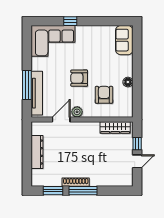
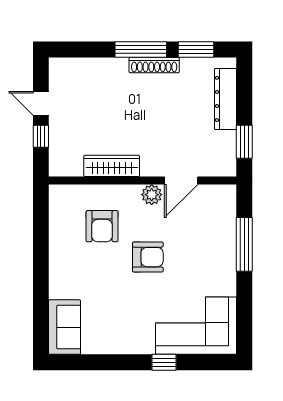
floor lamp: (128, 82) -> (58, 250), removed
tv unit: (37, 93) -> (226, 229), removed
wardrobe: (115, 127) -> (112, 166), moved
window: (27, 141) -> (244, 142), added
dresser: (37, 152) -> (225, 99), moved
door: (137, 161) -> (41, 103), hinge flipped

